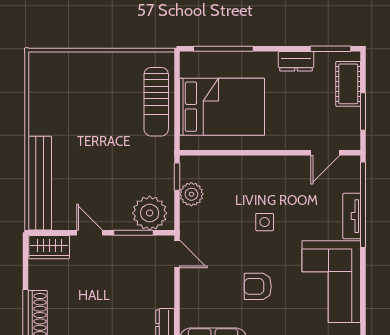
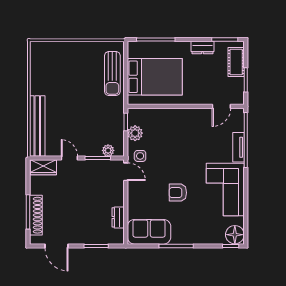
plant: (150, 213) -> (108, 150), width x0.53, depth x0.53
side table: (265, 222) -> (140, 156), moved

